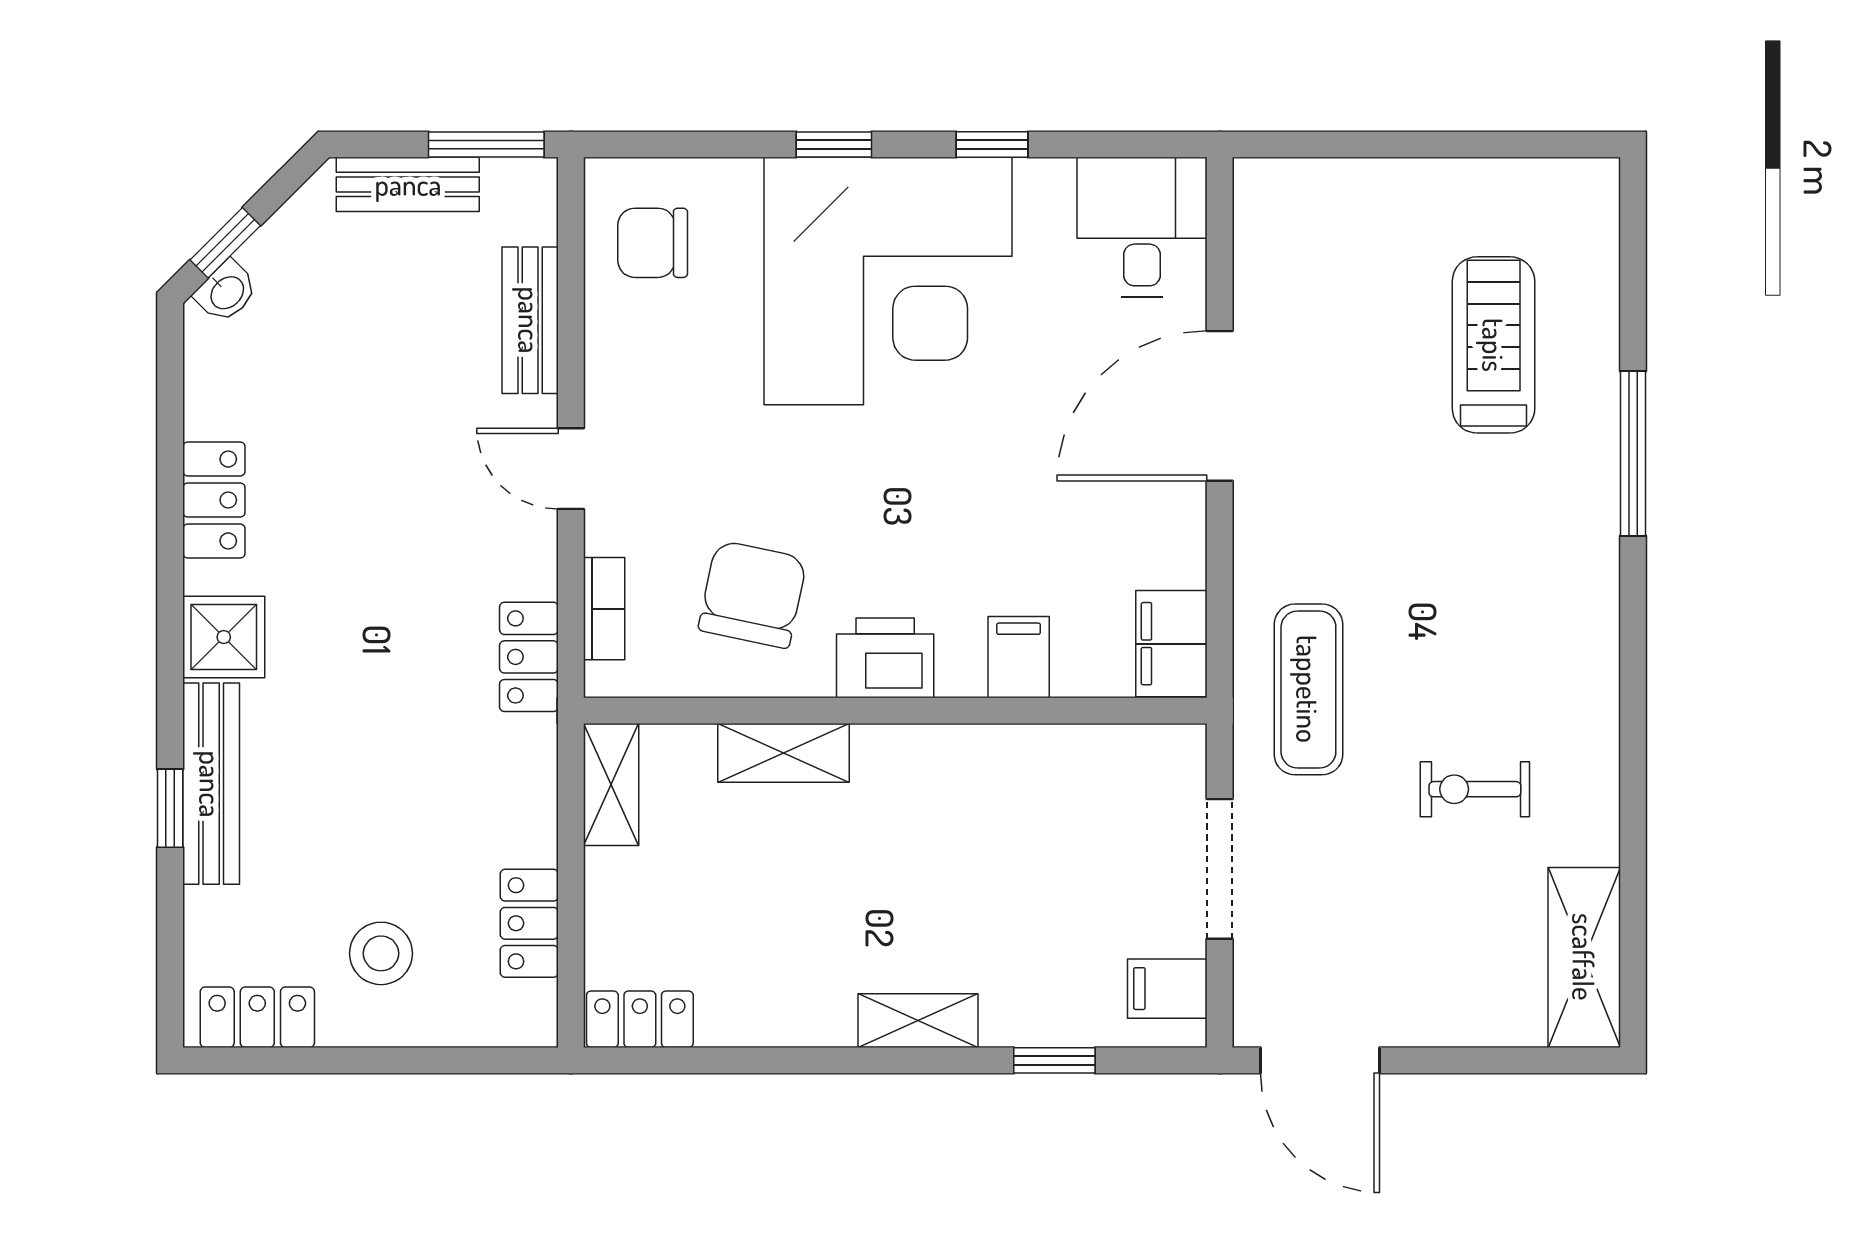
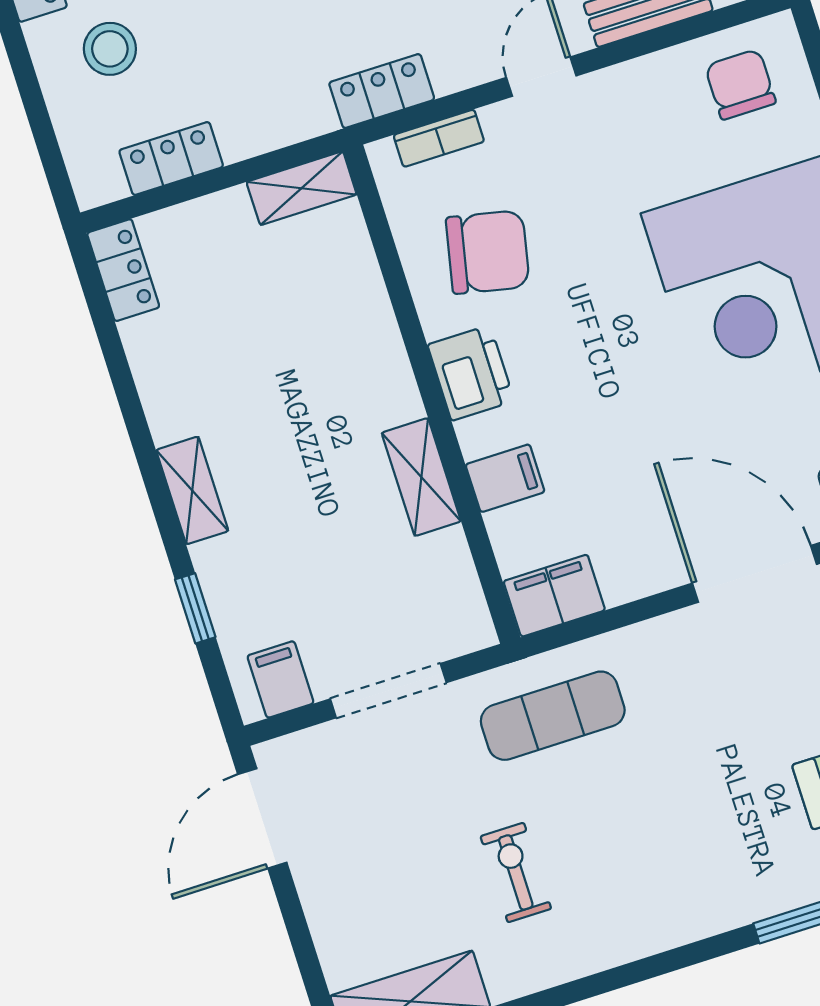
shelving: (783, 753) -> (421, 477), moved

